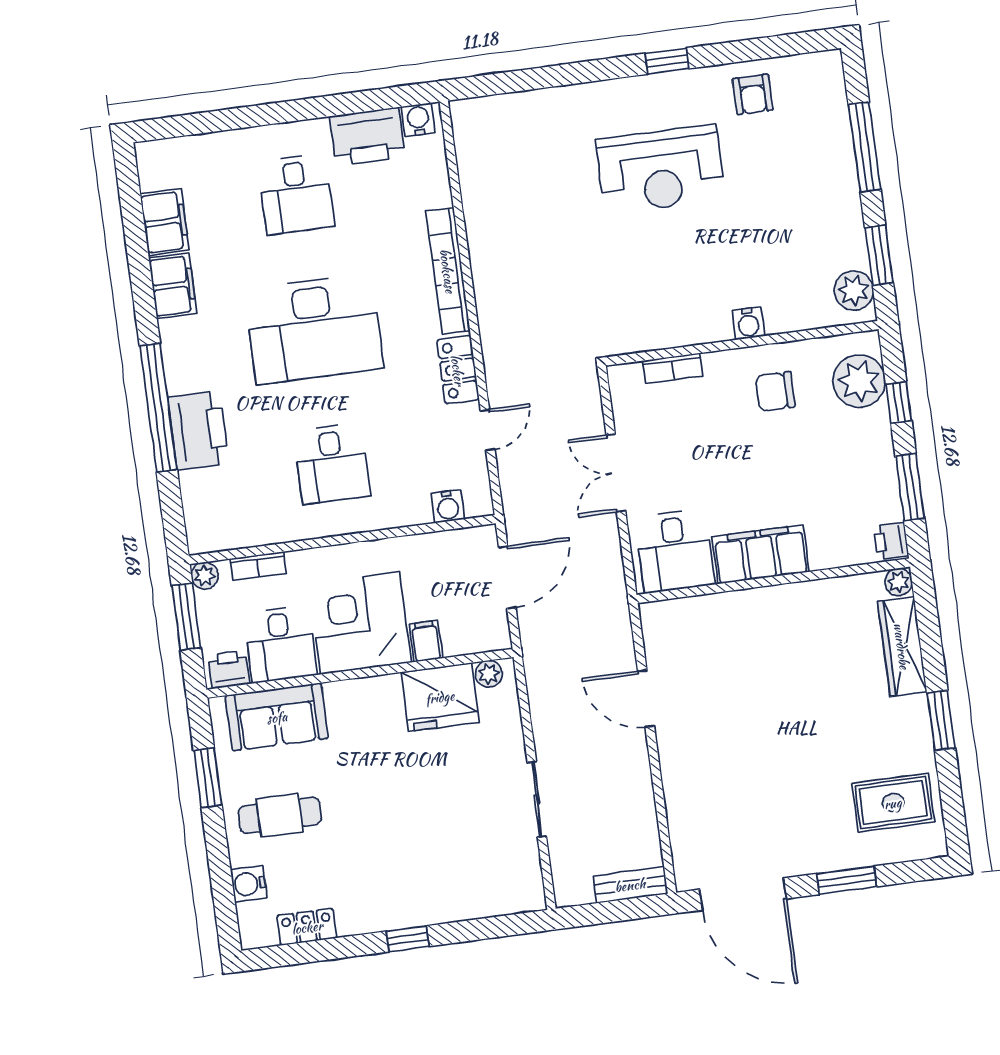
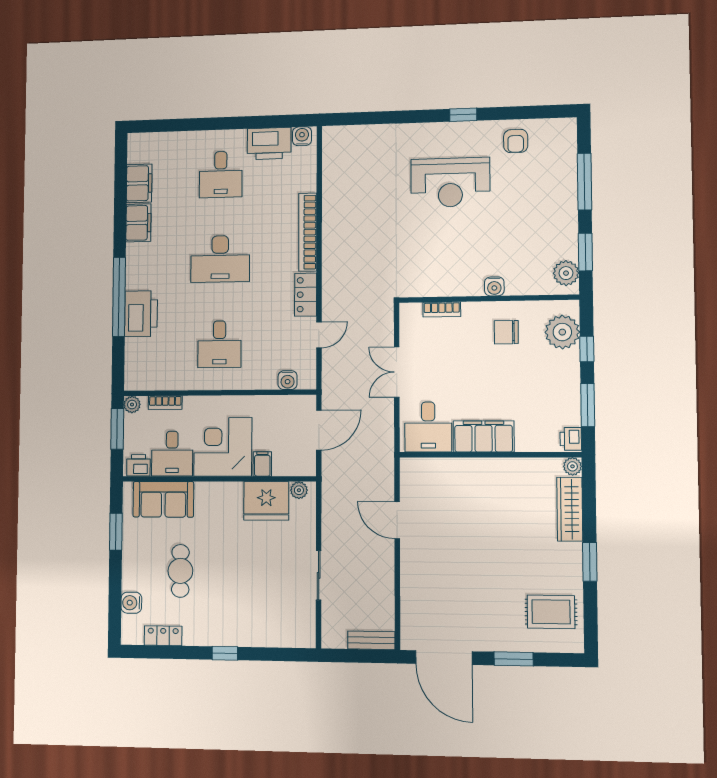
desk: (314, 329) -> (220, 259), width x0.73, depth x0.77
cafe table: (280, 815) -> (180, 571), moved, turned 90

